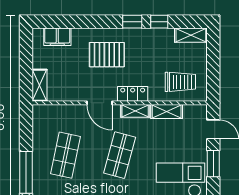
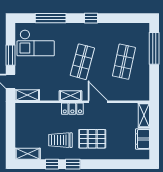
filing cabinet: (57, 37) -> (143, 139), moved, turned -90
trolley: (180, 82) -> (60, 140), moved
shelving: (167, 112) -> (27, 95), moved

